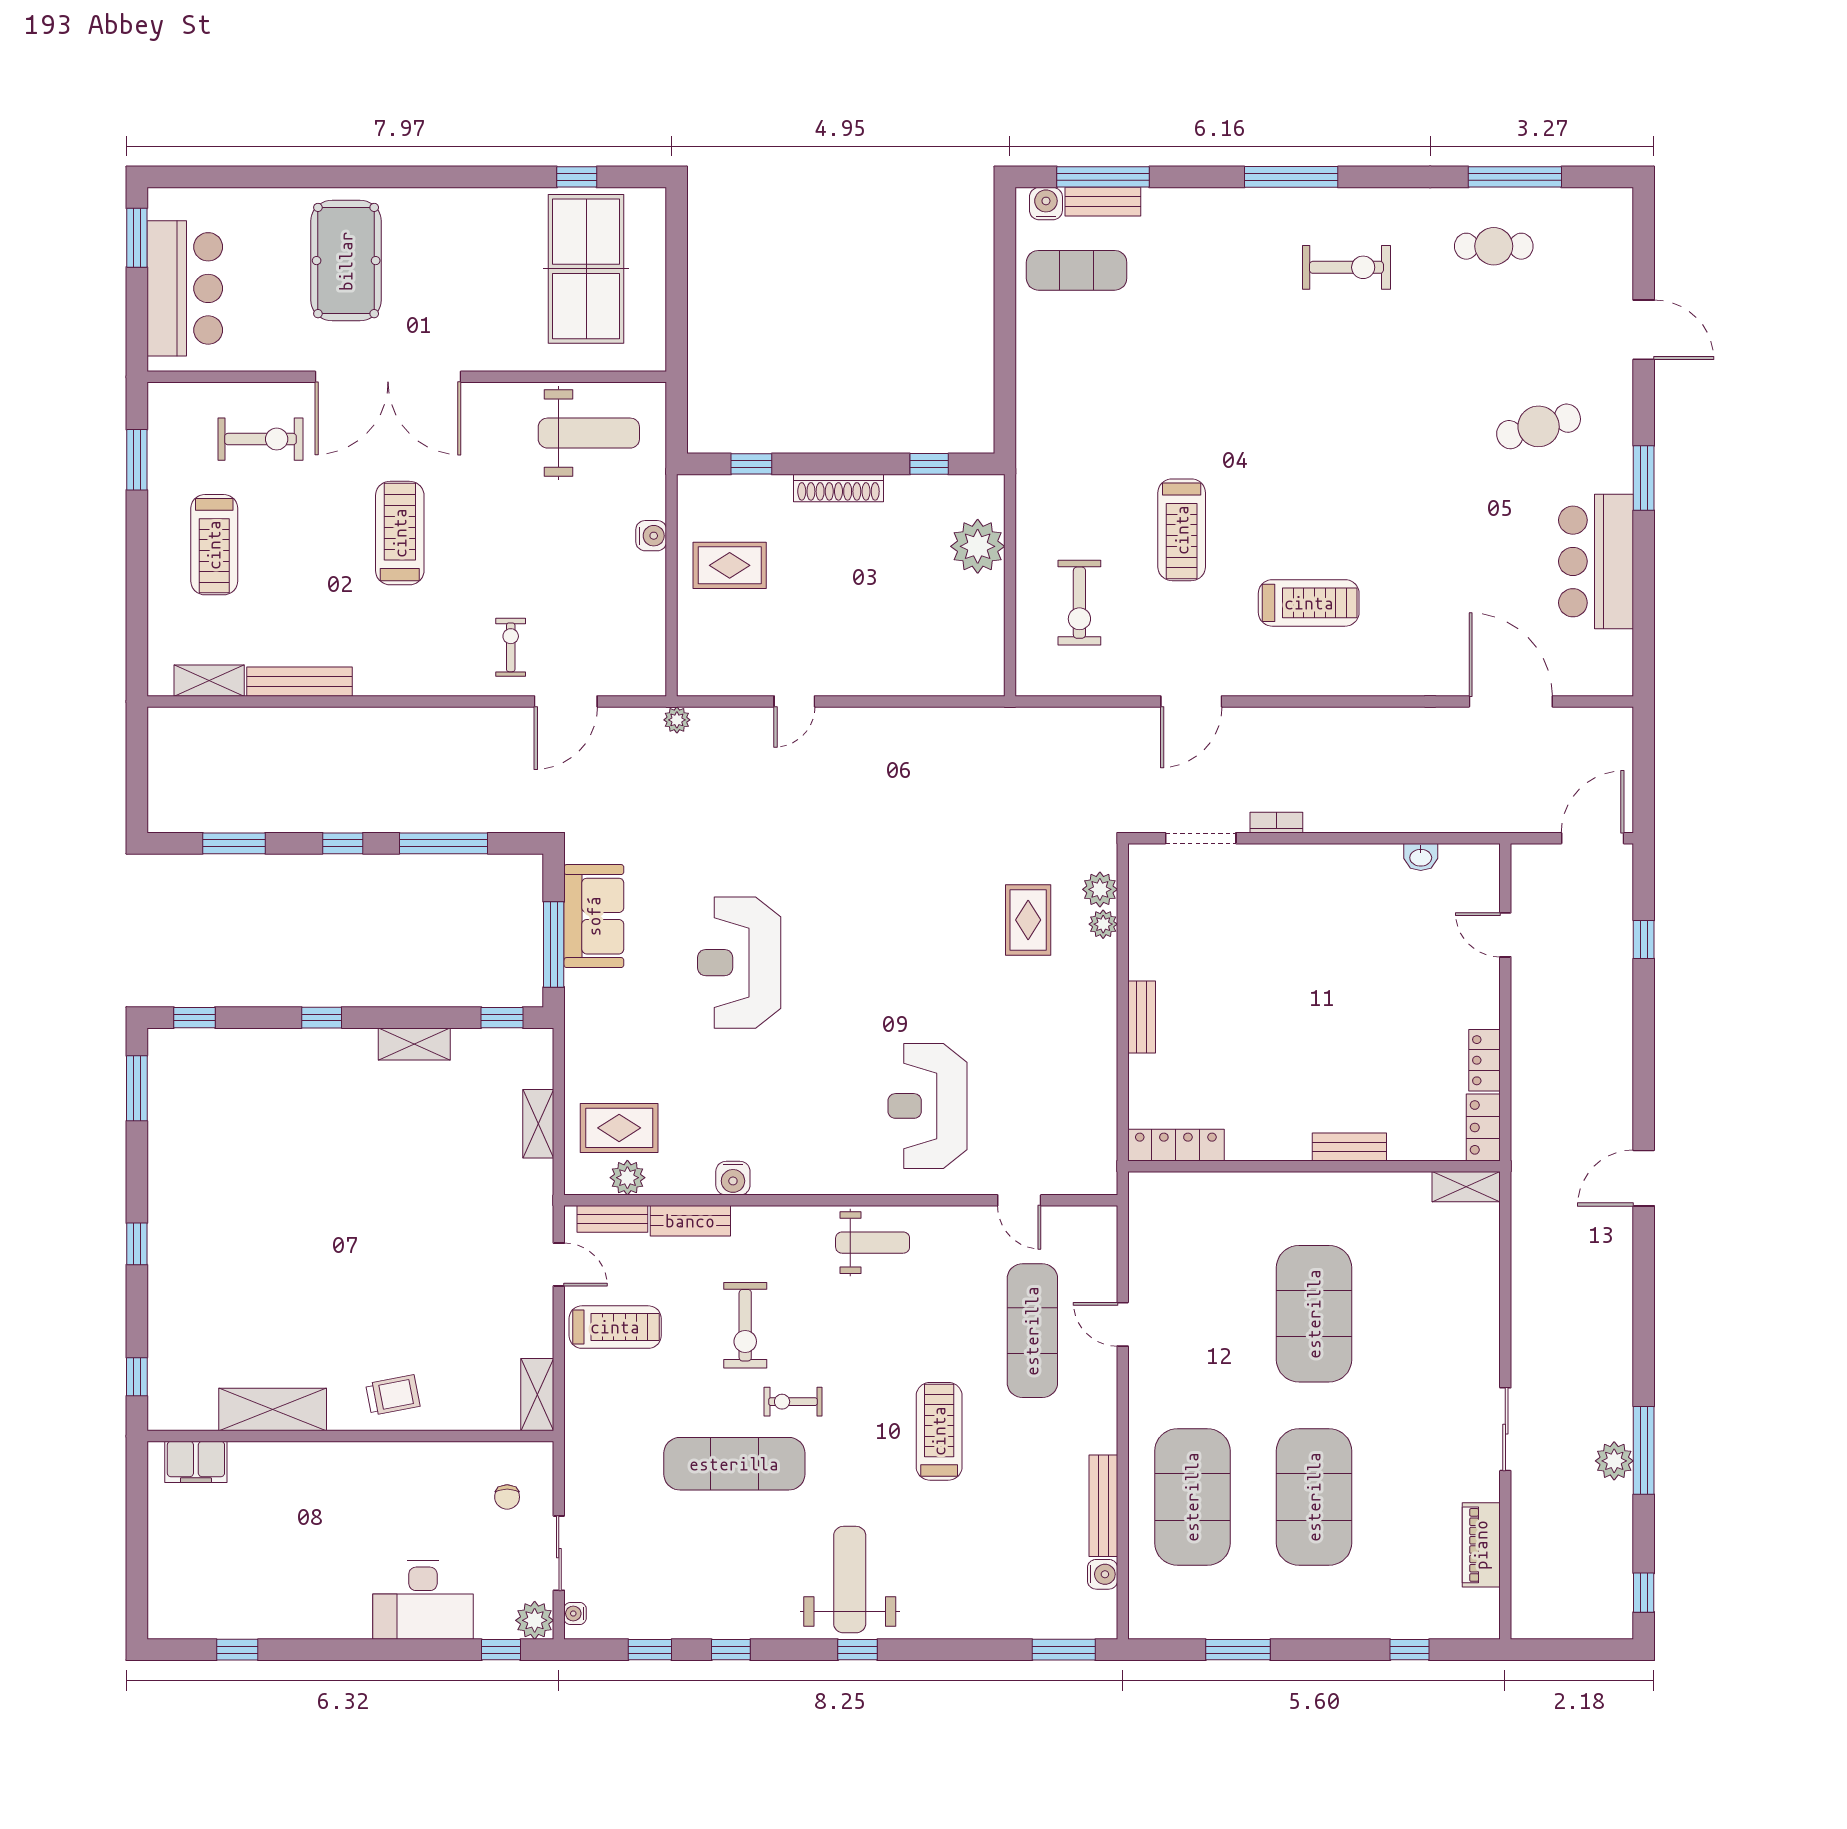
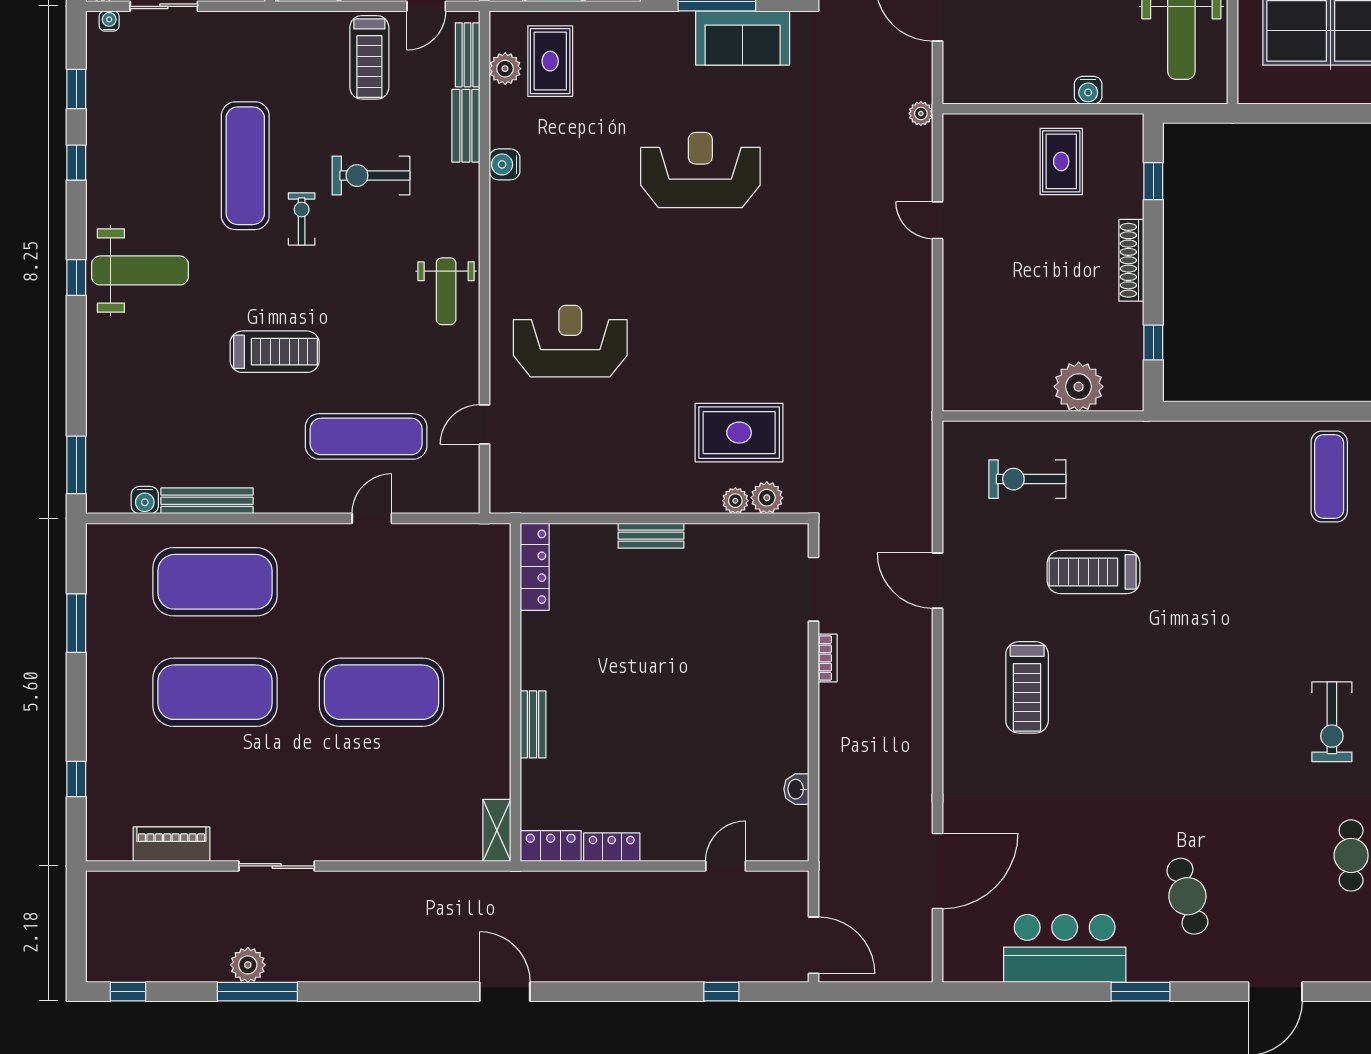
rug: (1028, 920) -> (739, 433), width x1.36, depth x1.43

